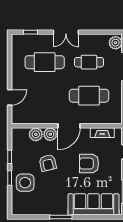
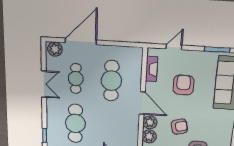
double door: (66, 32) -> (44, 84), moved
armchair: (89, 163) -> (183, 85), turned 180

